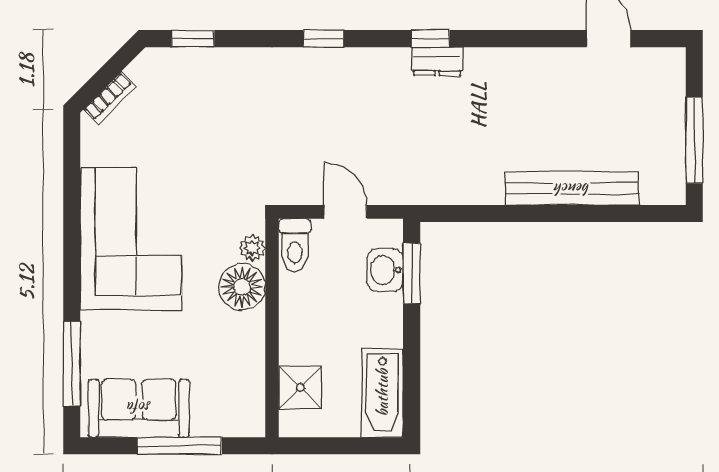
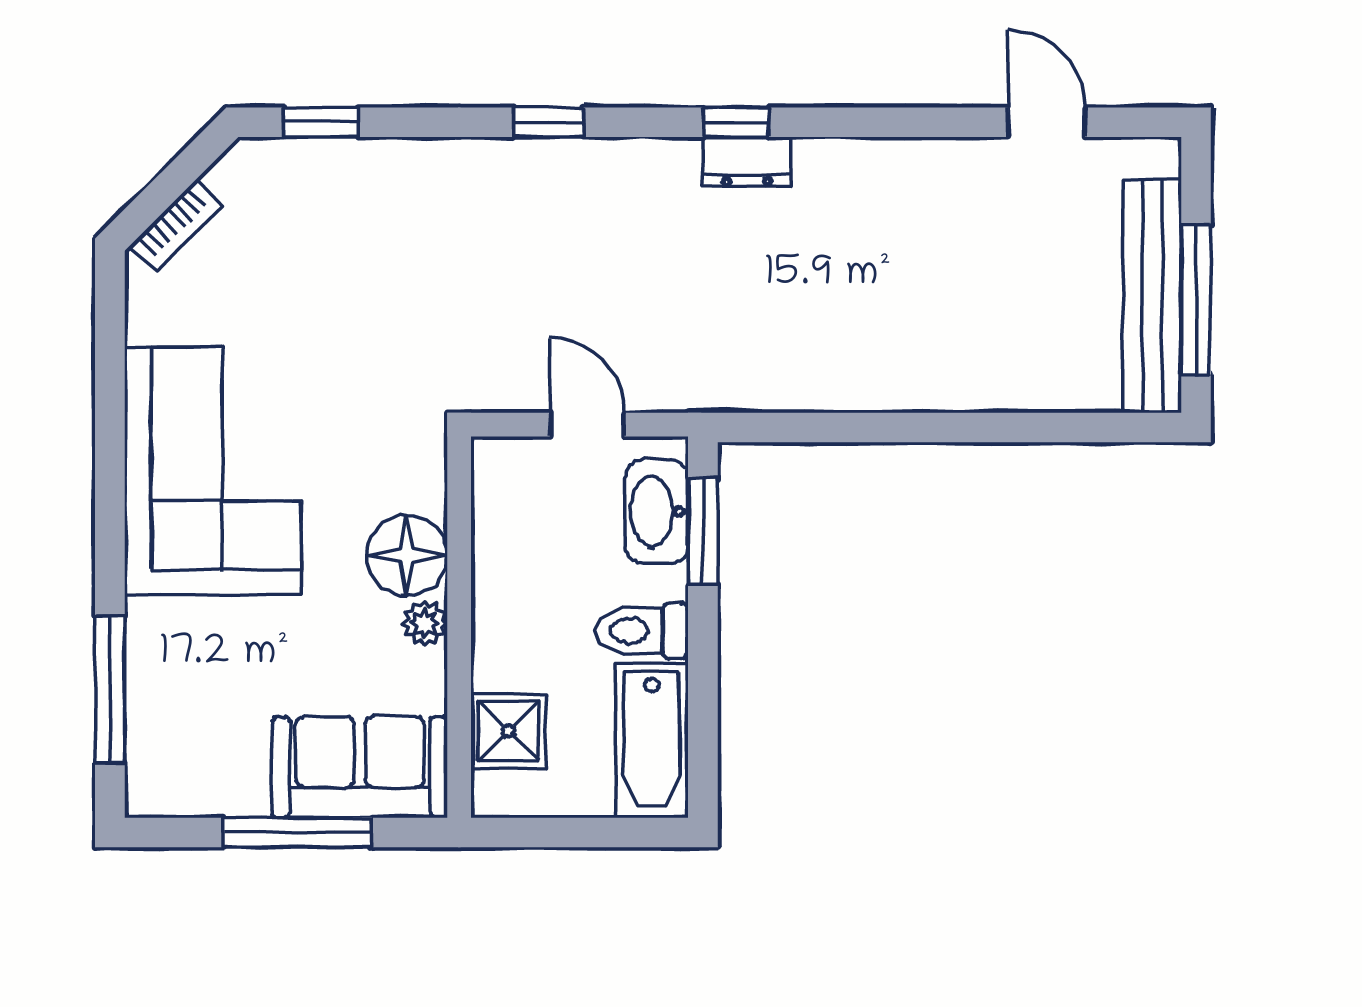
bench: (572, 189) -> (1152, 296), moved, turned 90
toilet: (295, 245) -> (642, 631), moved, turned 90
plant: (252, 248) -> (425, 623), moved
washbasin: (385, 270) -> (656, 512), width x1.38
sofa: (139, 408) -> (360, 767), moved

